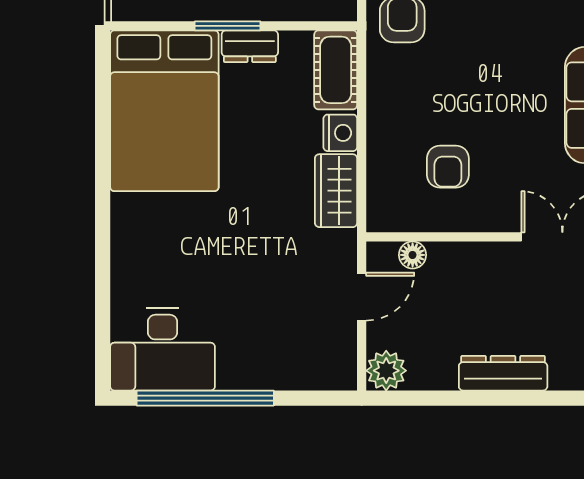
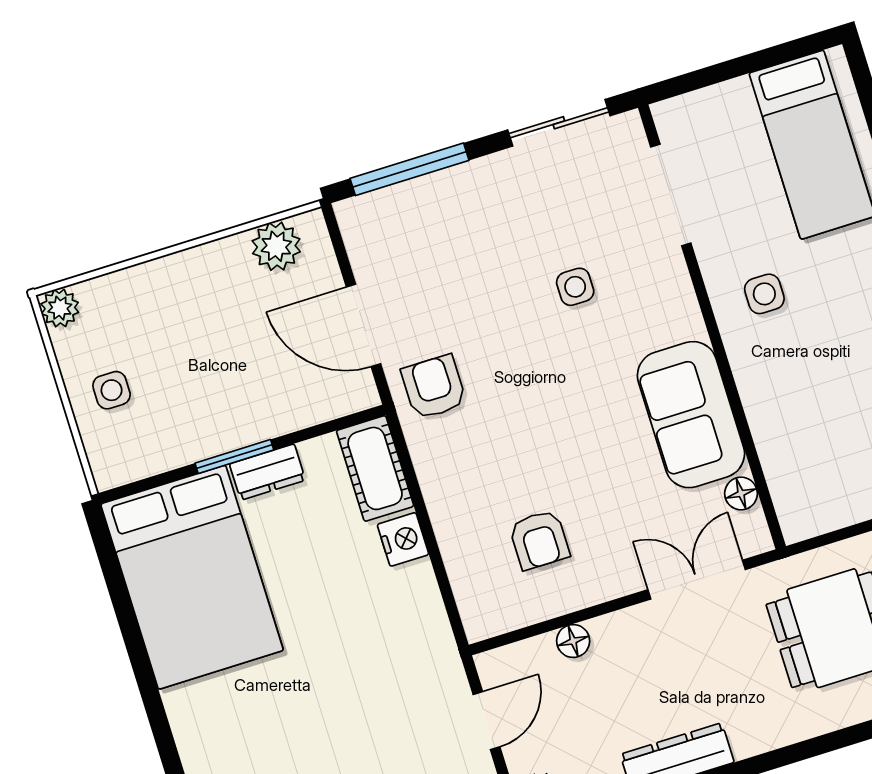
wardrobe: (336, 191) -> (419, 608), removed
floor lamp: (413, 255) -> (573, 641), moved

